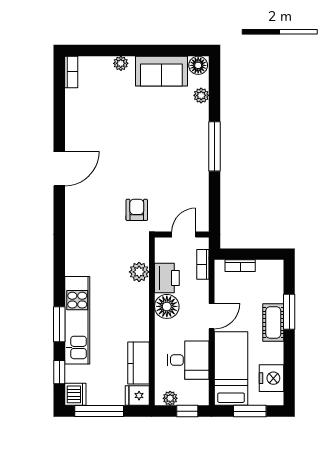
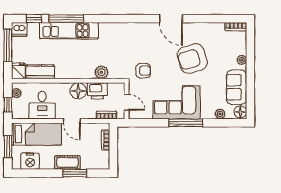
armchair: (119, 137) -> (192, 59), added
corner sofa: (184, 160) -> (177, 102), added
window: (59, 324) -> (66, 19), width x1.44

